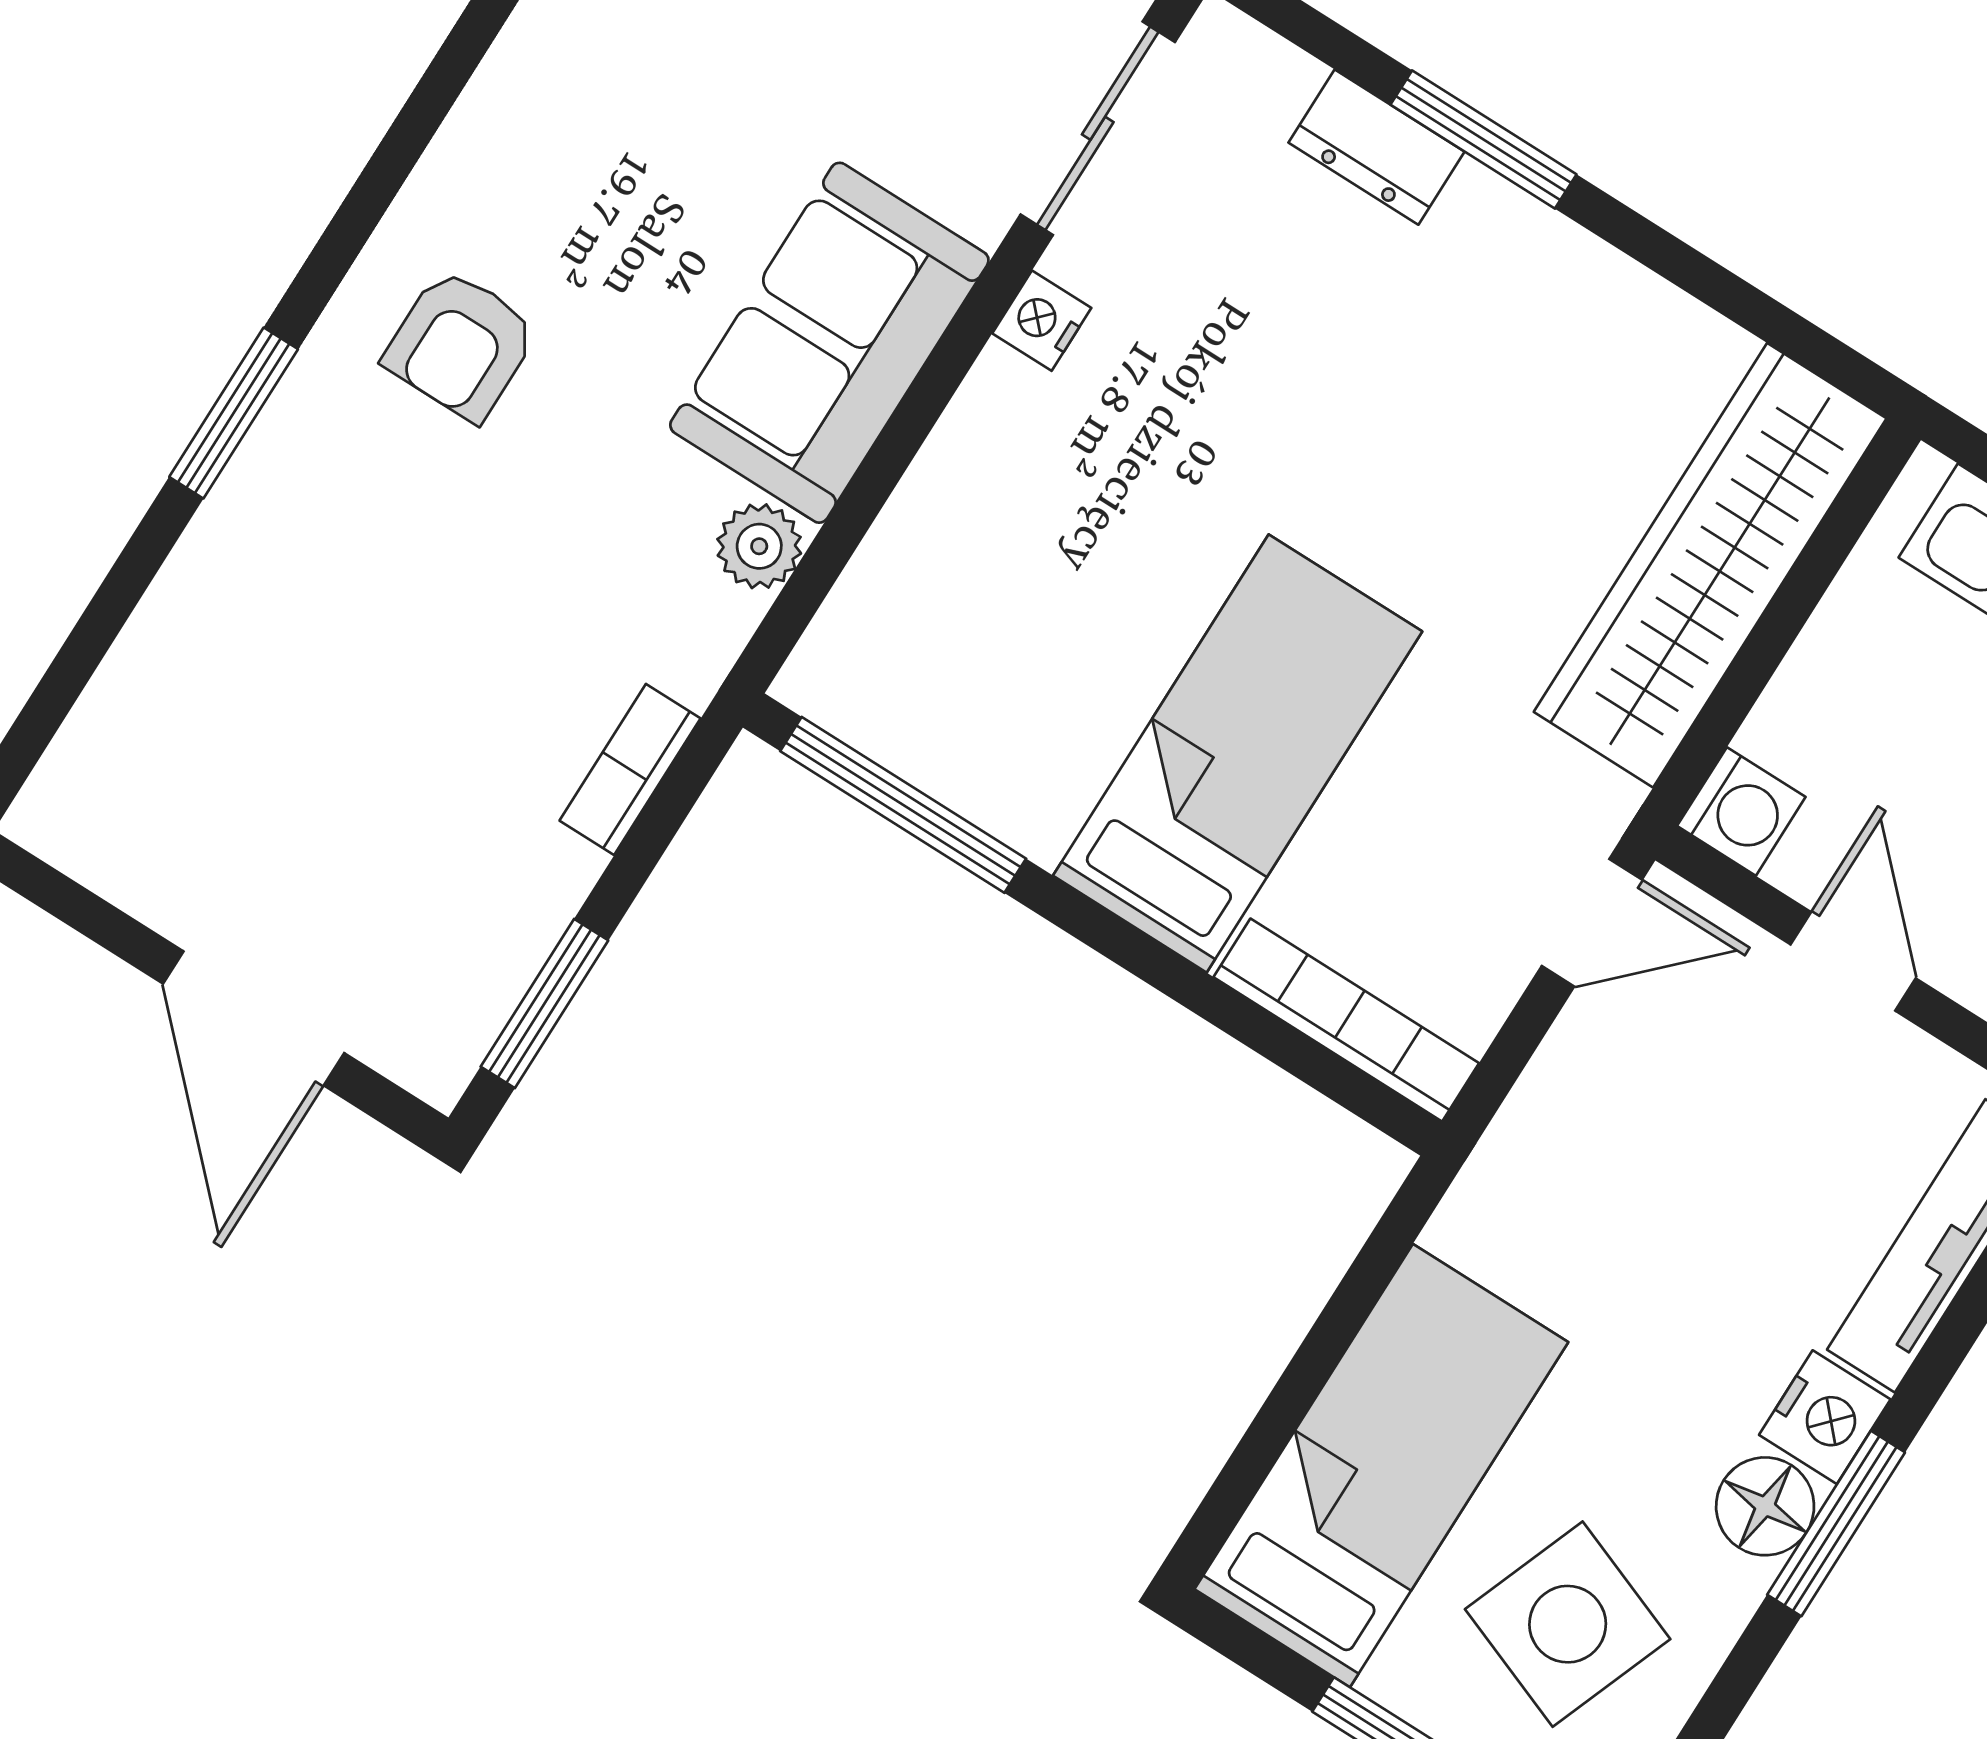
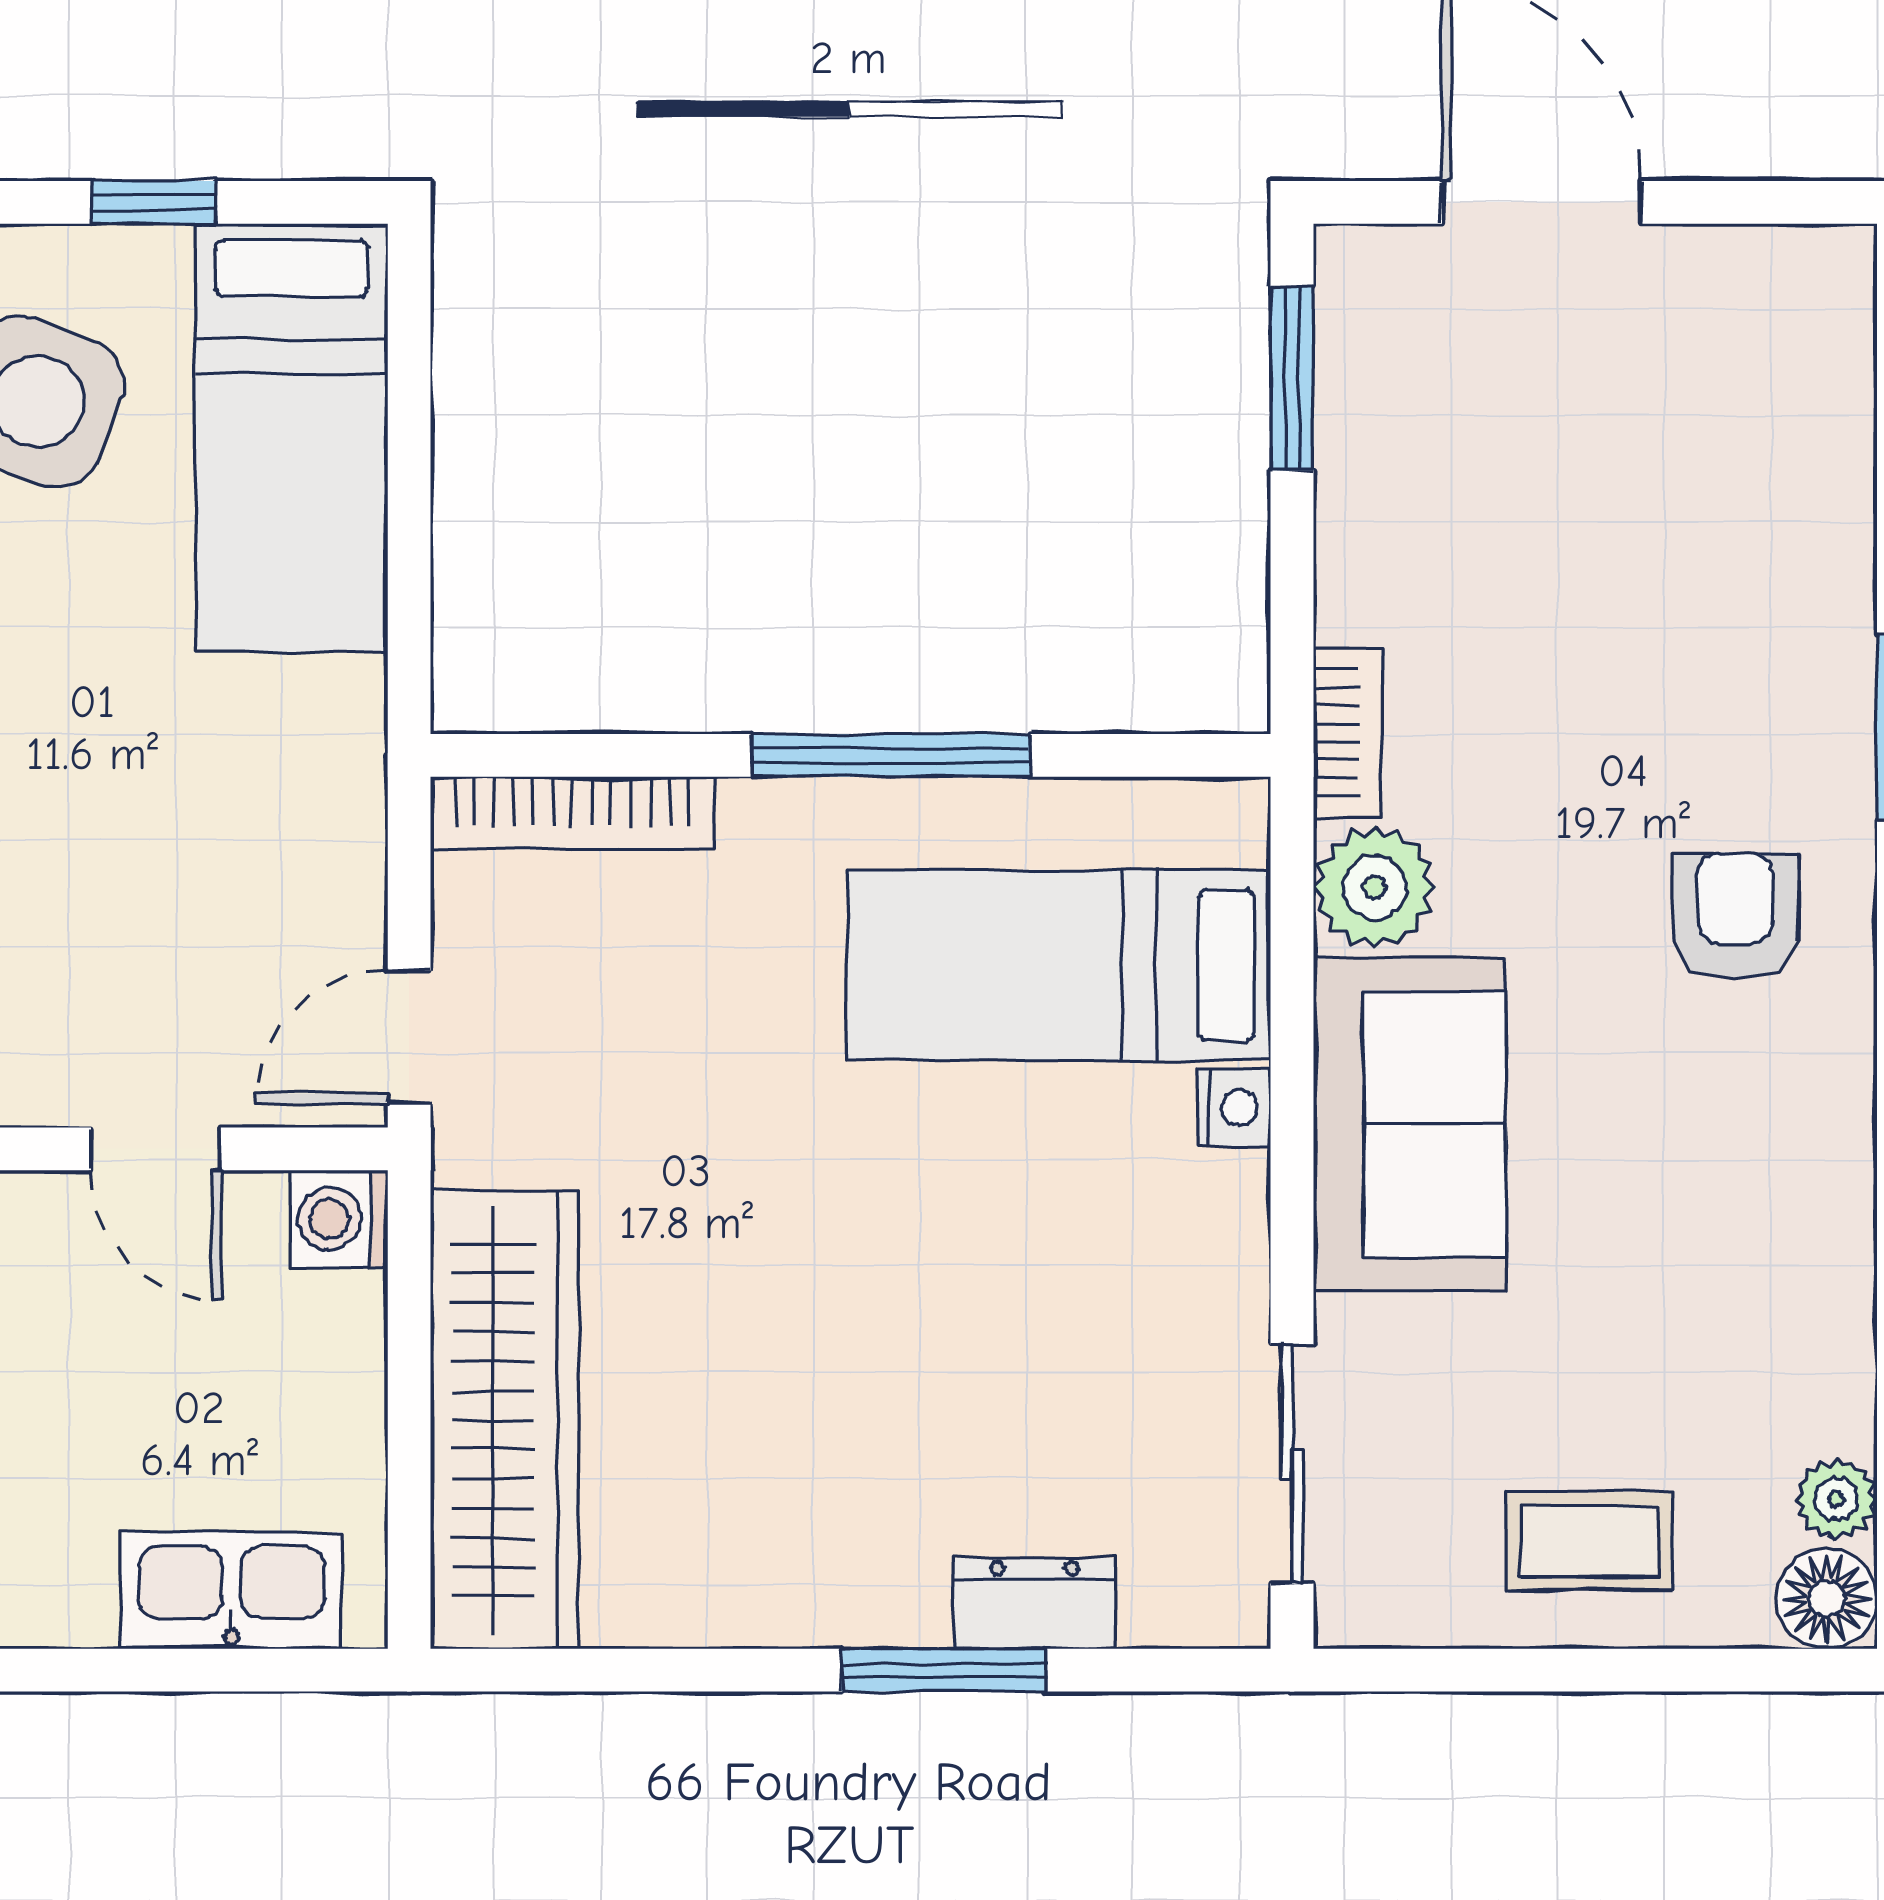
nightstand: (1042, 321) -> (1234, 1108), moved
plant: (759, 546) -> (1375, 887), width x1.38, depth x1.38
bed: (1238, 753) -> (1059, 965), moved, turned 90
bookcase: (630, 770) -> (1347, 733), moved
window: (903, 805) -> (891, 755), moved

